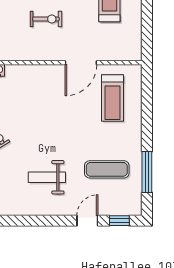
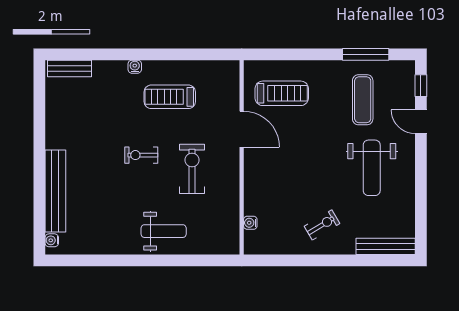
exercise bike: (46, 19) -> (192, 169), width x1.38, depth x1.39
weight bench: (47, 177) -> (372, 168), width x1.36, depth x1.33

